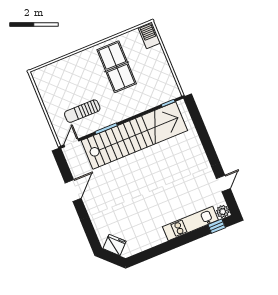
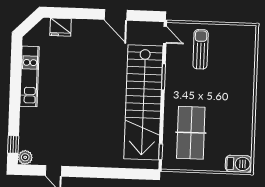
table tennis table: (117, 67) -> (191, 133), moved, turned 90
sun lounger: (82, 111) -> (201, 49), moved
kitchen unit: (190, 223) -> (30, 76), moved
fridge: (115, 245) -> (61, 27), moved, turned 45

